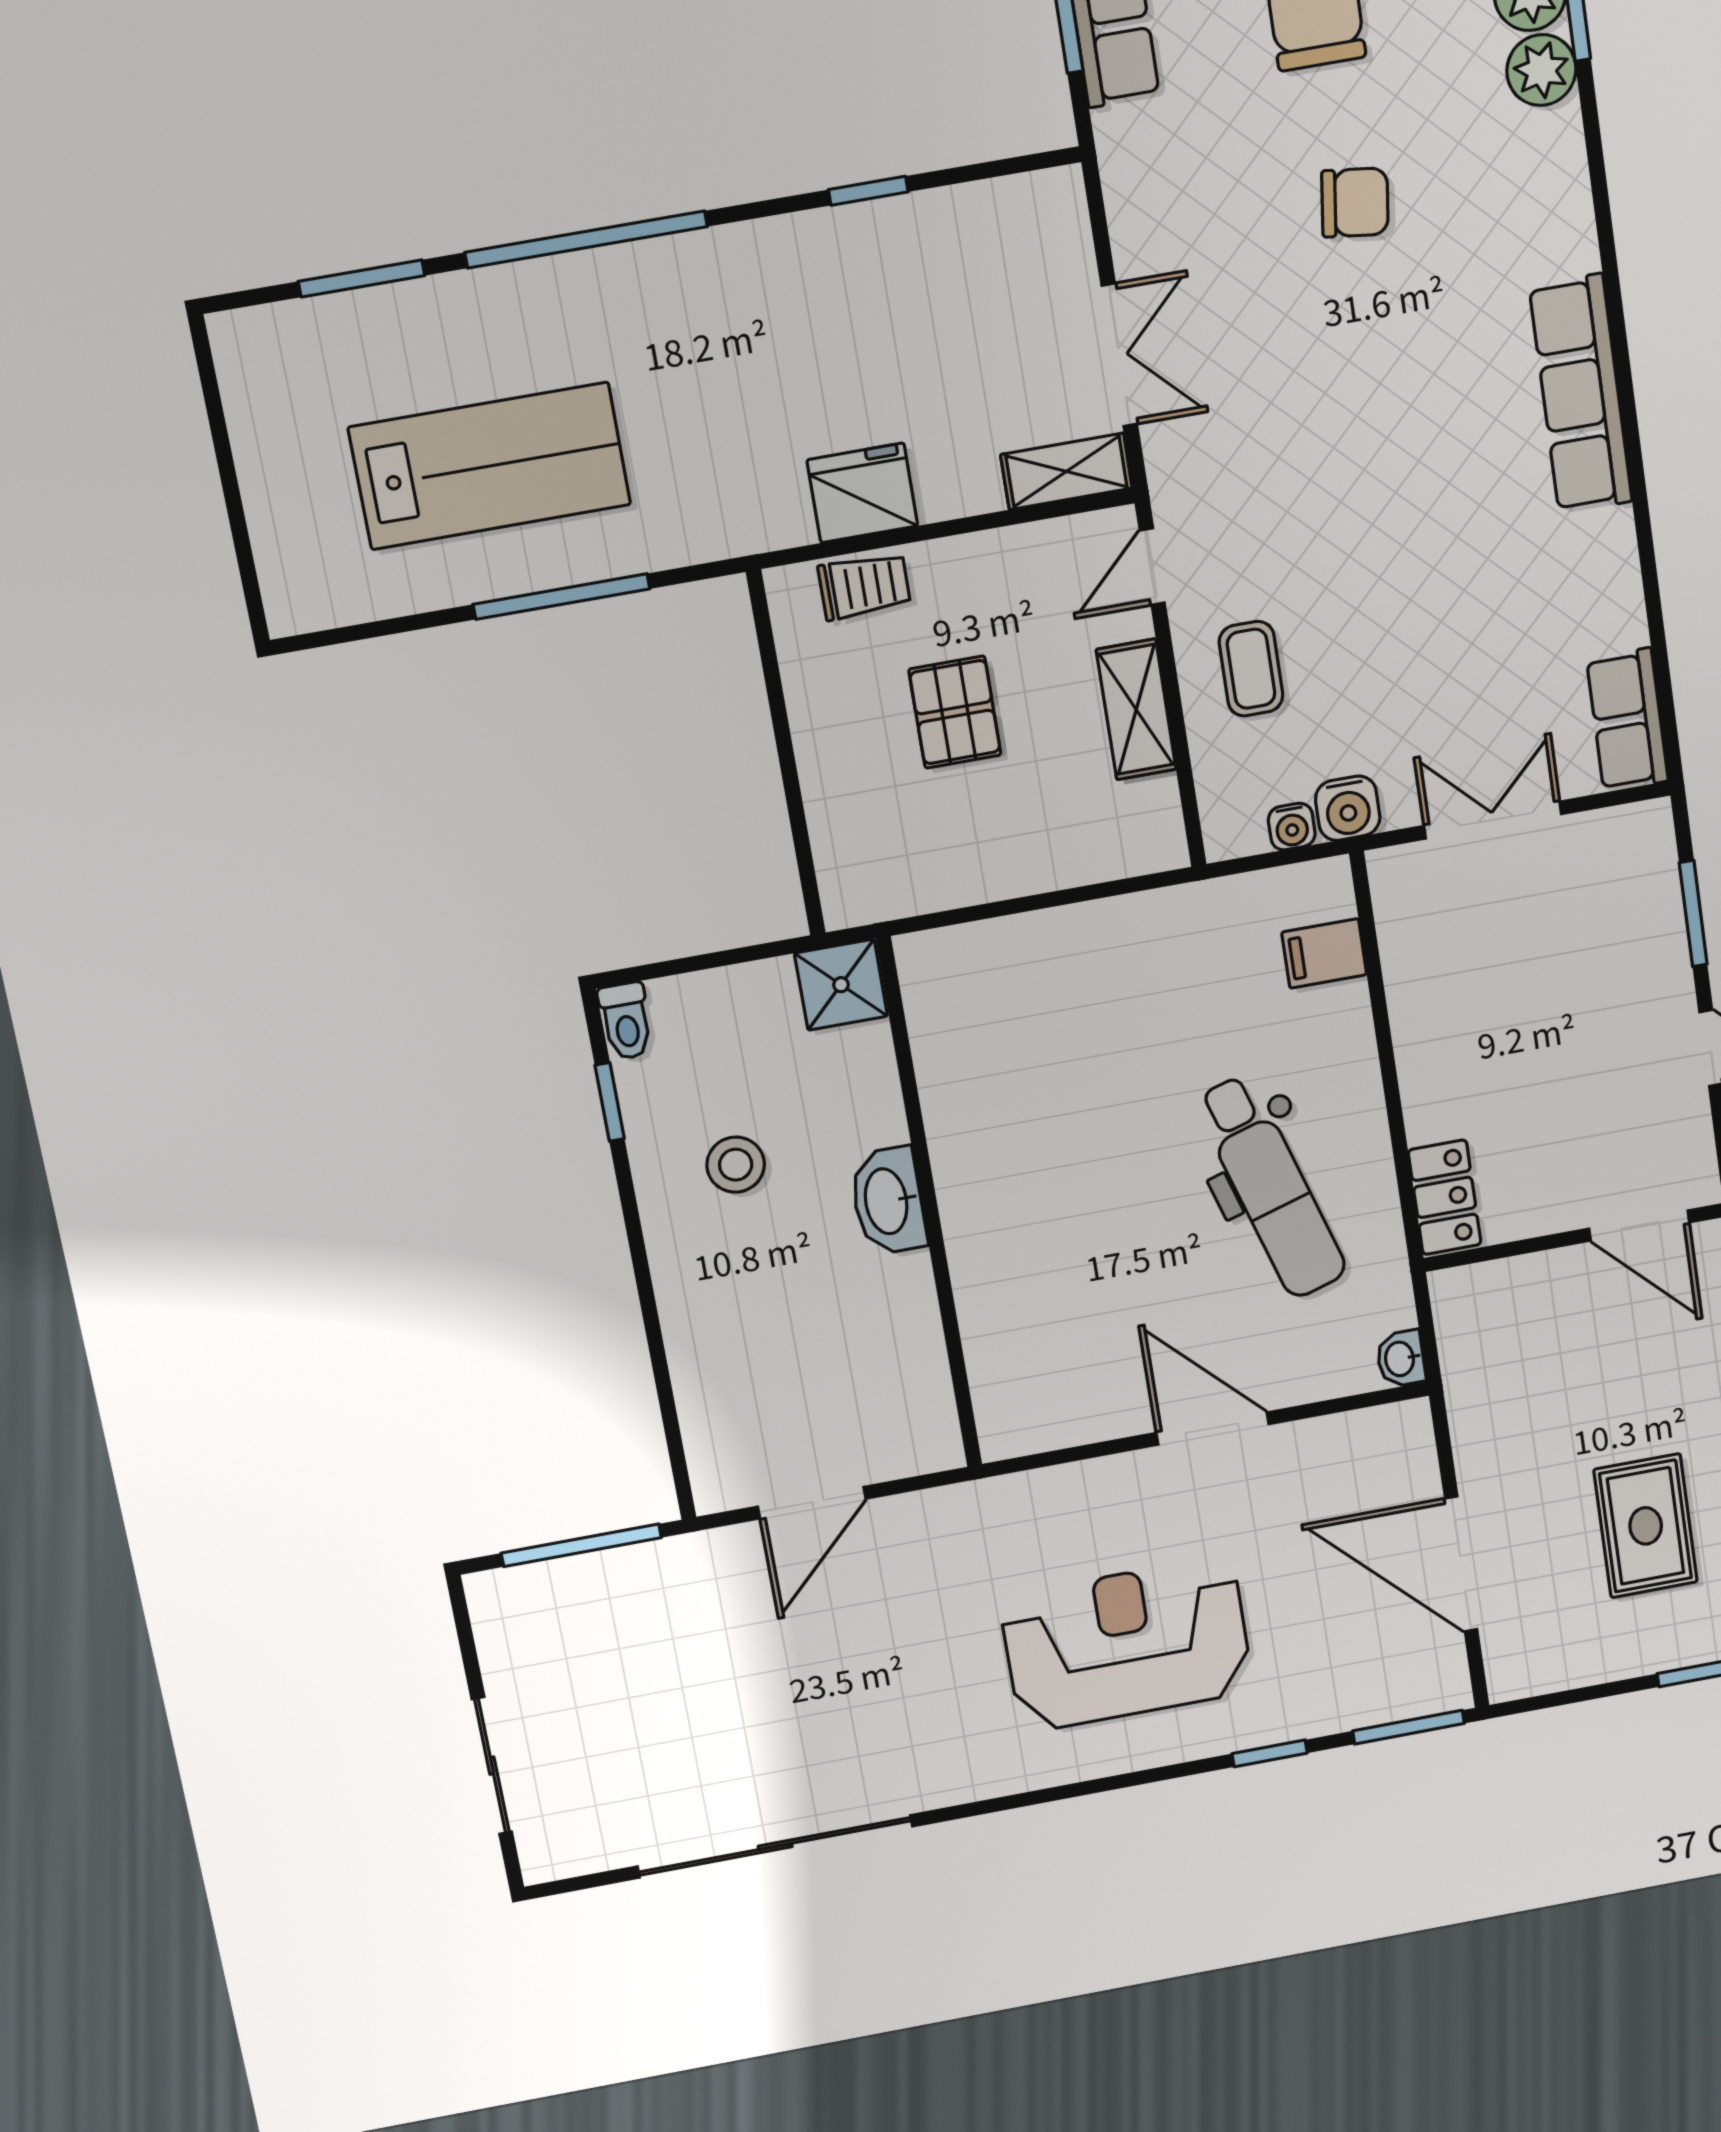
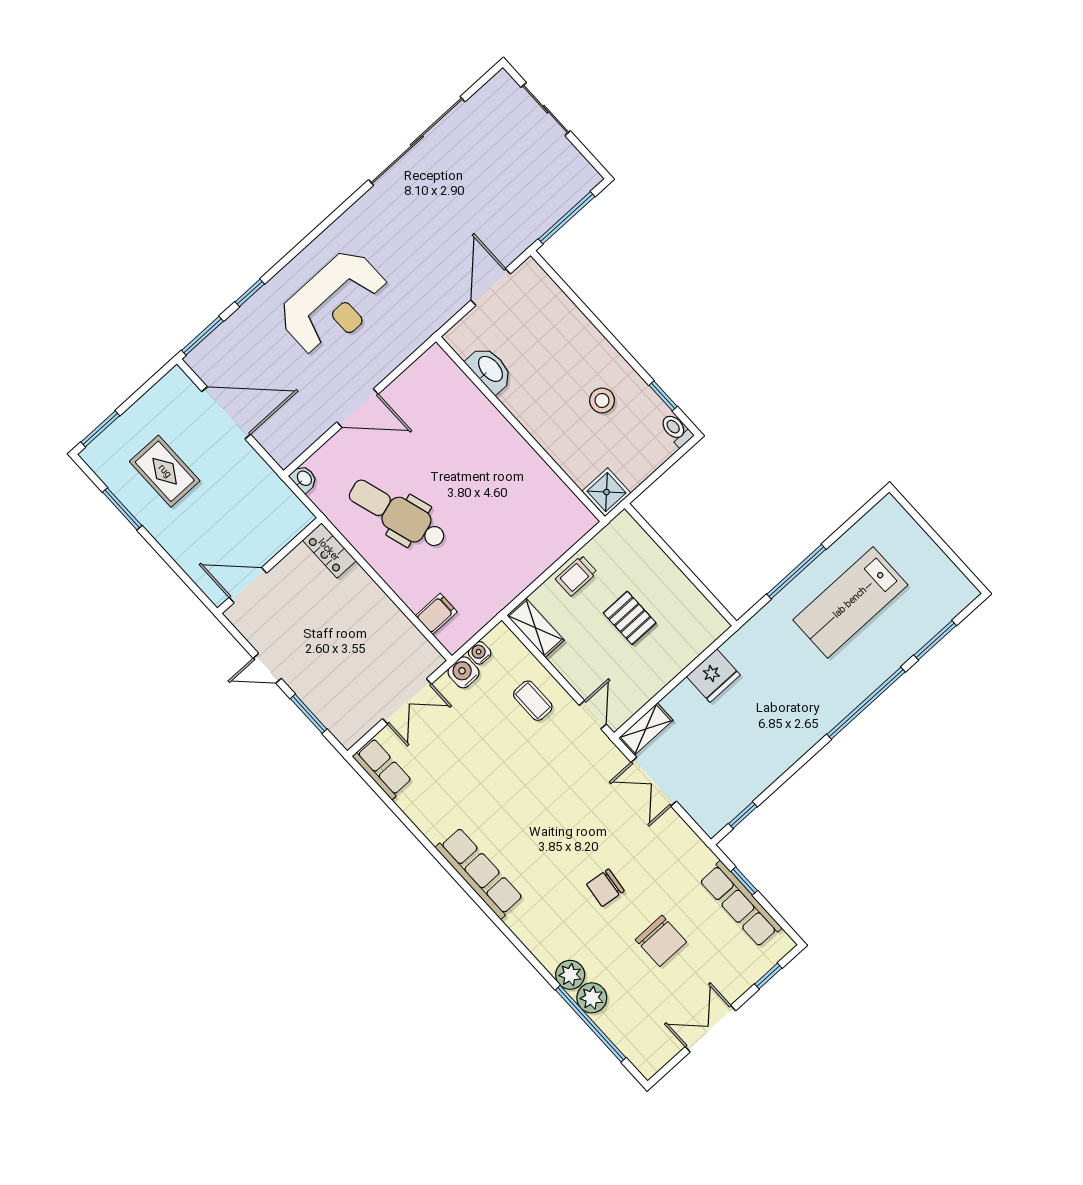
window: (868, 191) -> (743, 815), moved
trolley: (864, 586) -> (576, 576), moved
shelving: (1136, 709) -> (535, 628), moved
washbasin: (888, 1201) -> (490, 369), moved

